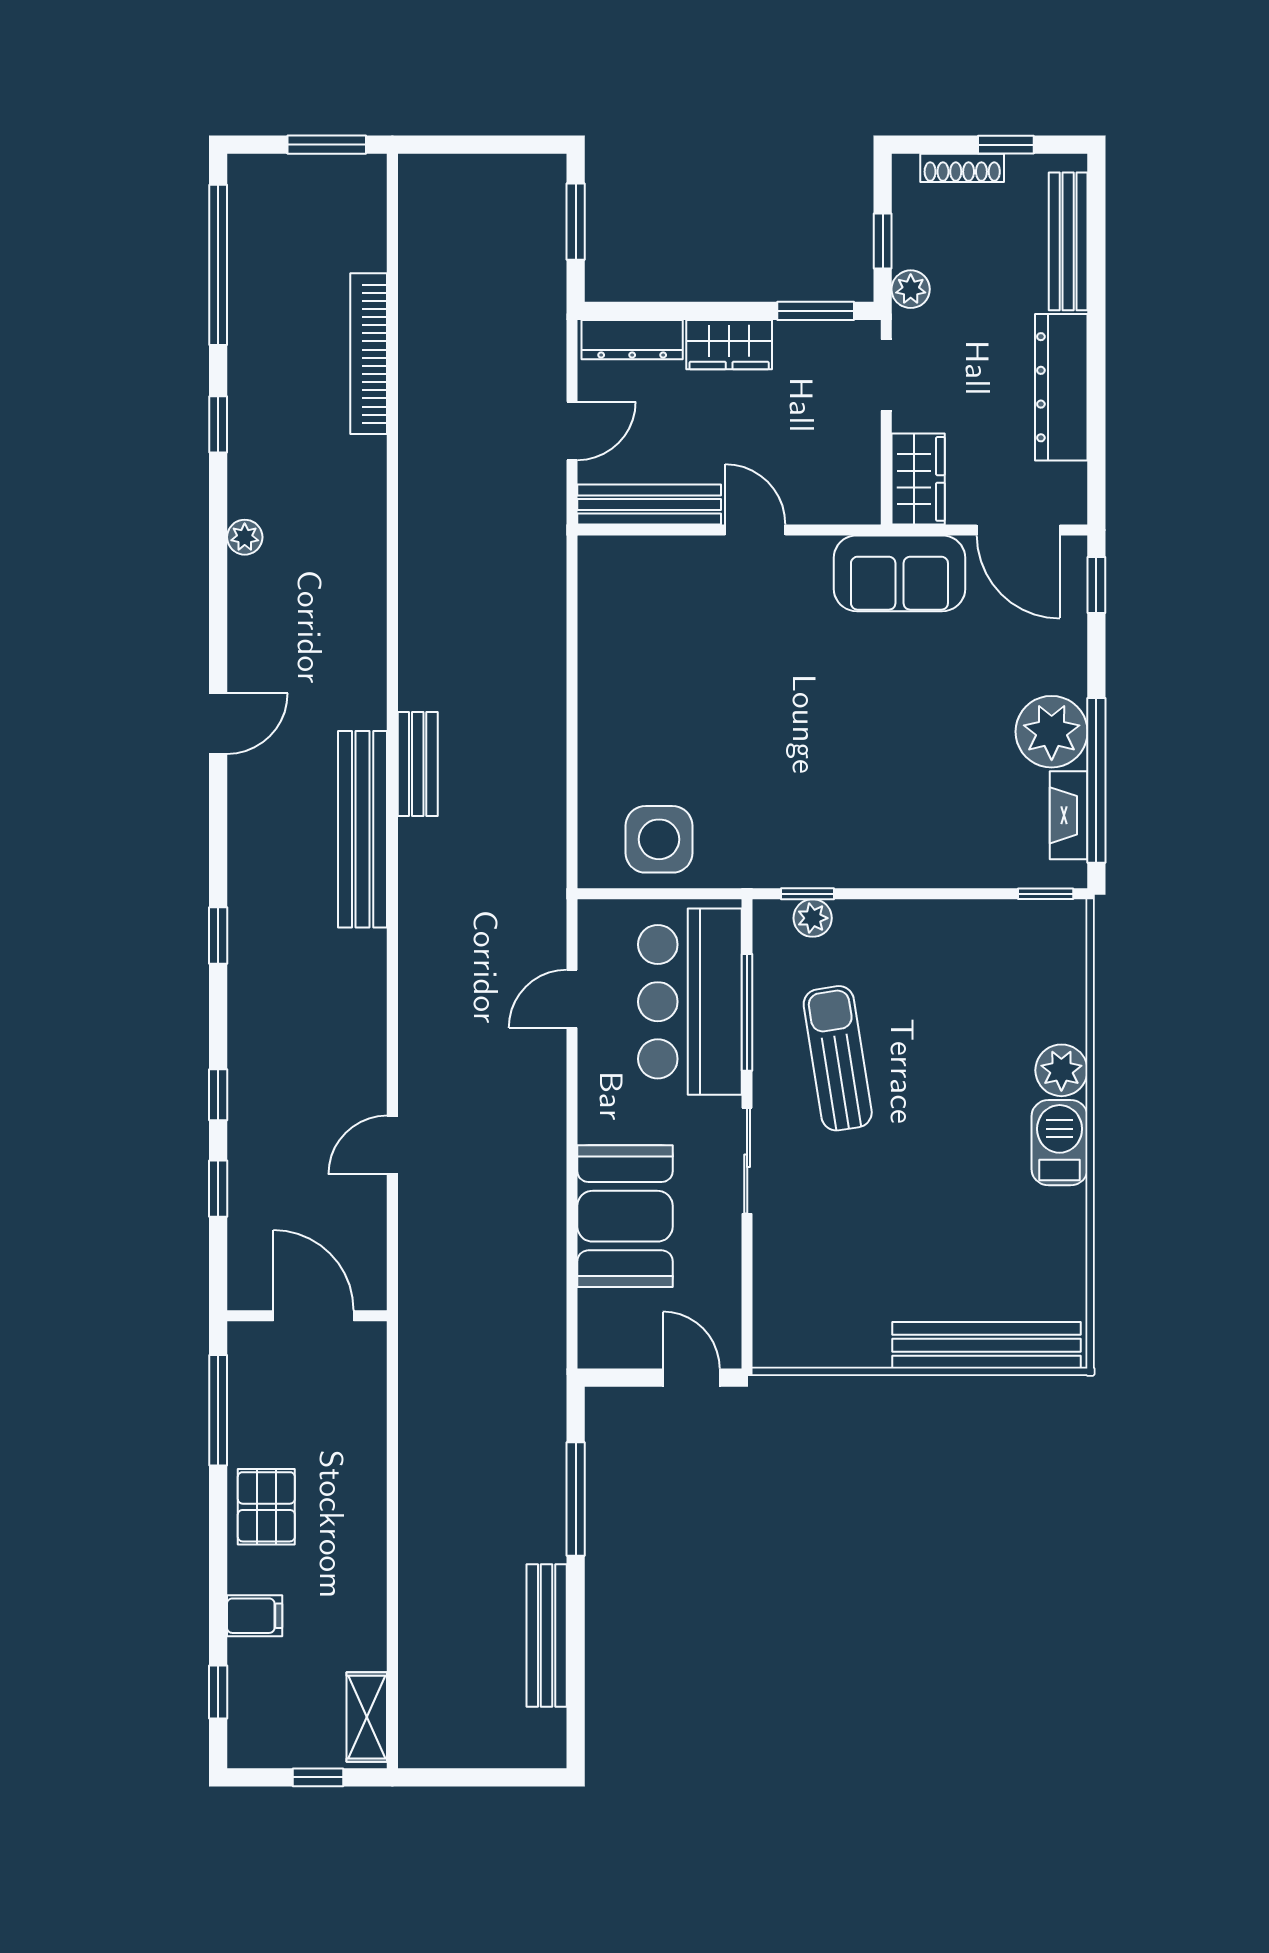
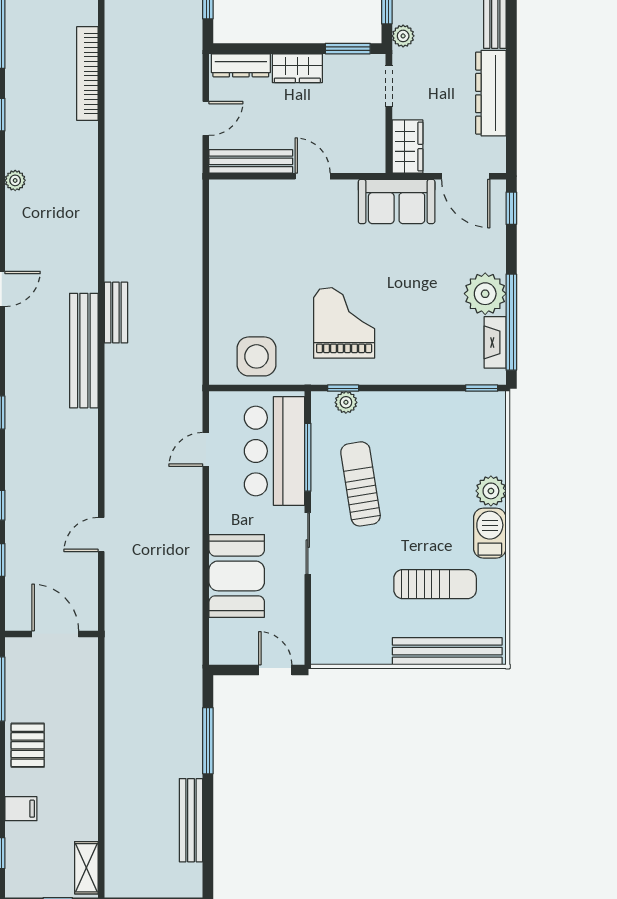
grand piano: (809, 782) -> (344, 323), added
sun lounger: (966, 1230) -> (435, 584), added

